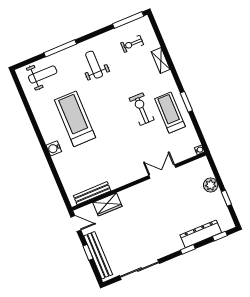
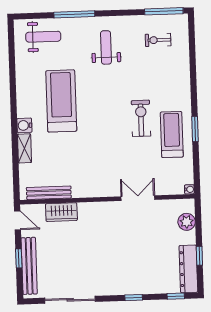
shelving: (161, 61) -> (24, 148), moved
plant: (211, 185) -> (187, 222), moved
dresser: (201, 234) -> (188, 269), moved, turned -90

